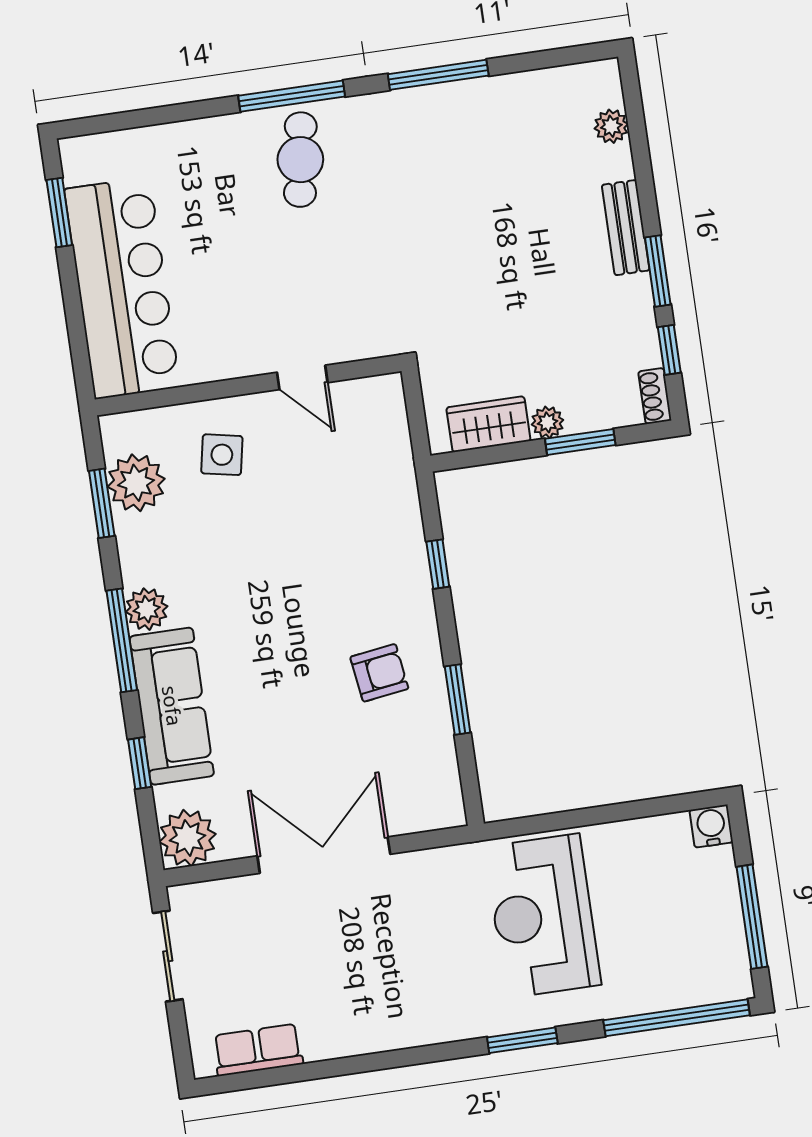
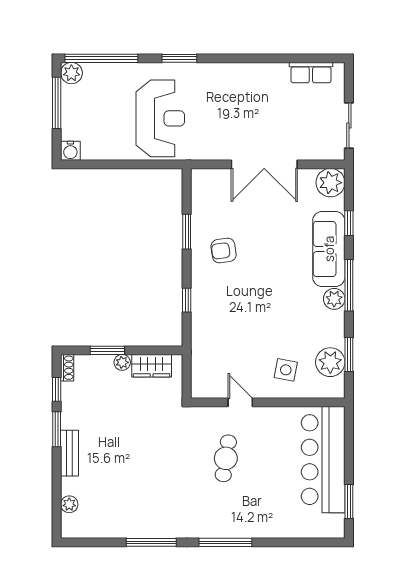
cafe table: (300, 160) -> (226, 458), moved
plant: (731, 980) -> (71, 73), added

